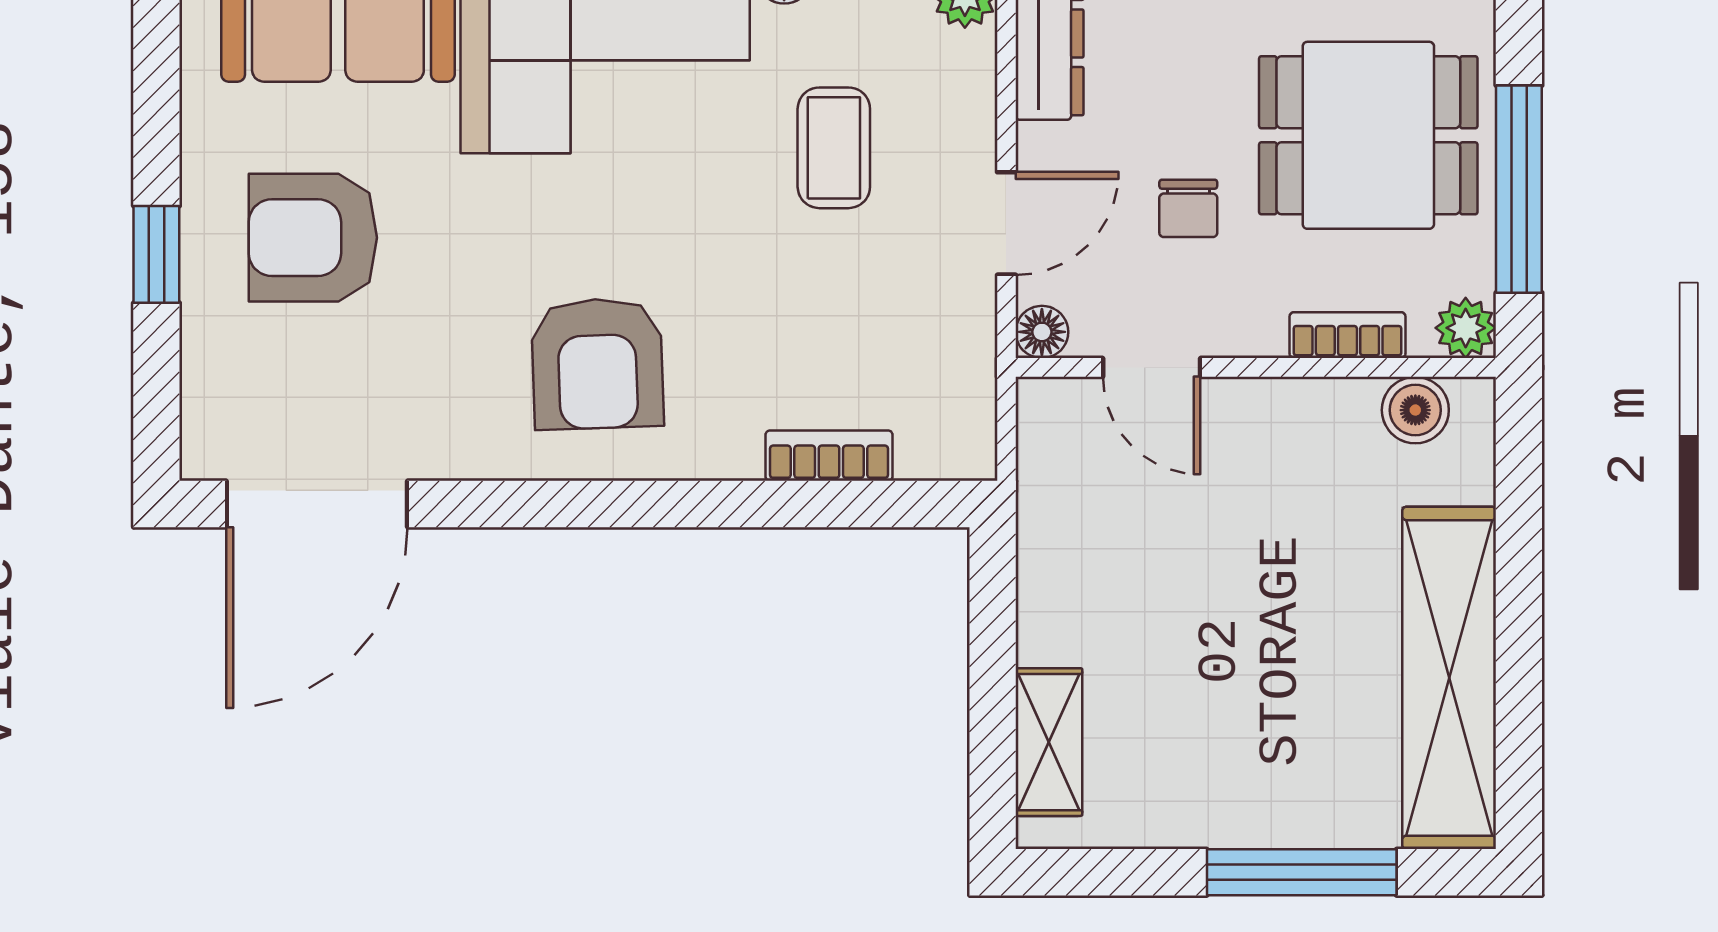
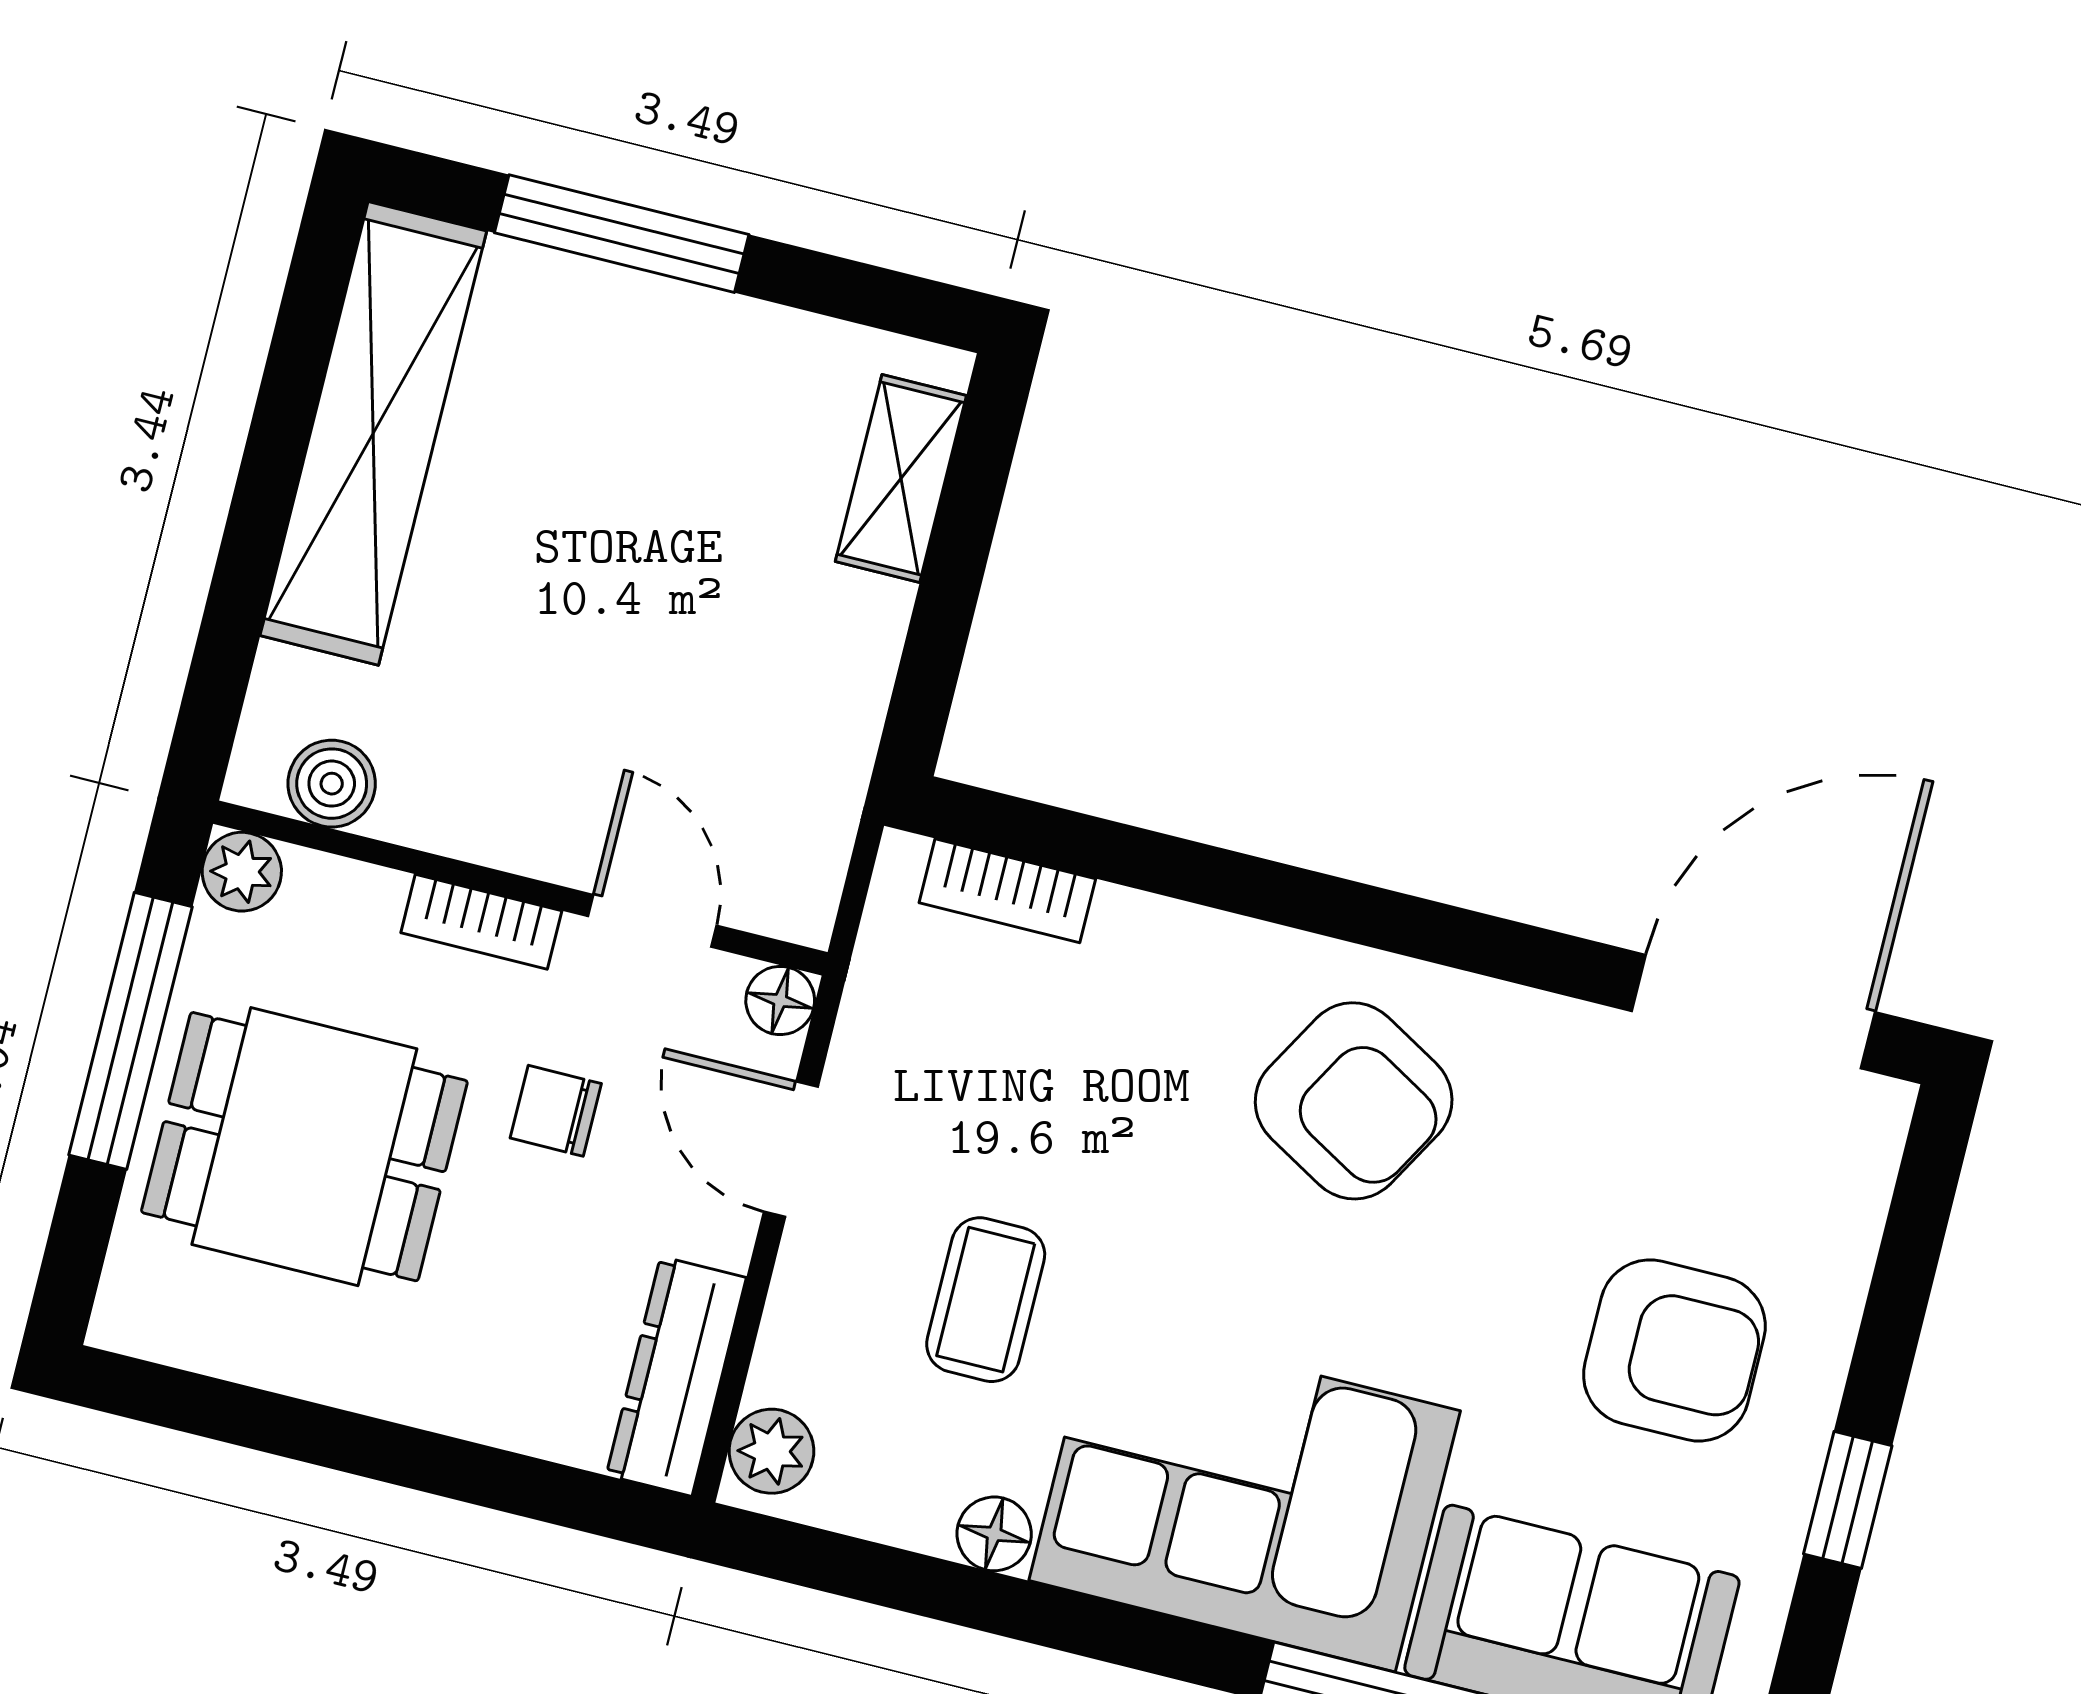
chair: (1188, 208) -> (556, 1111), turned -90
door: (1006, 223) -> (791, 1149), hinge flipped
window: (156, 254) -> (1848, 1500), moved
bookcase: (1347, 335) -> (481, 922), moved
armchair: (597, 364) -> (1354, 1101), turned 122
bookcase: (829, 456) -> (1007, 891), moved

